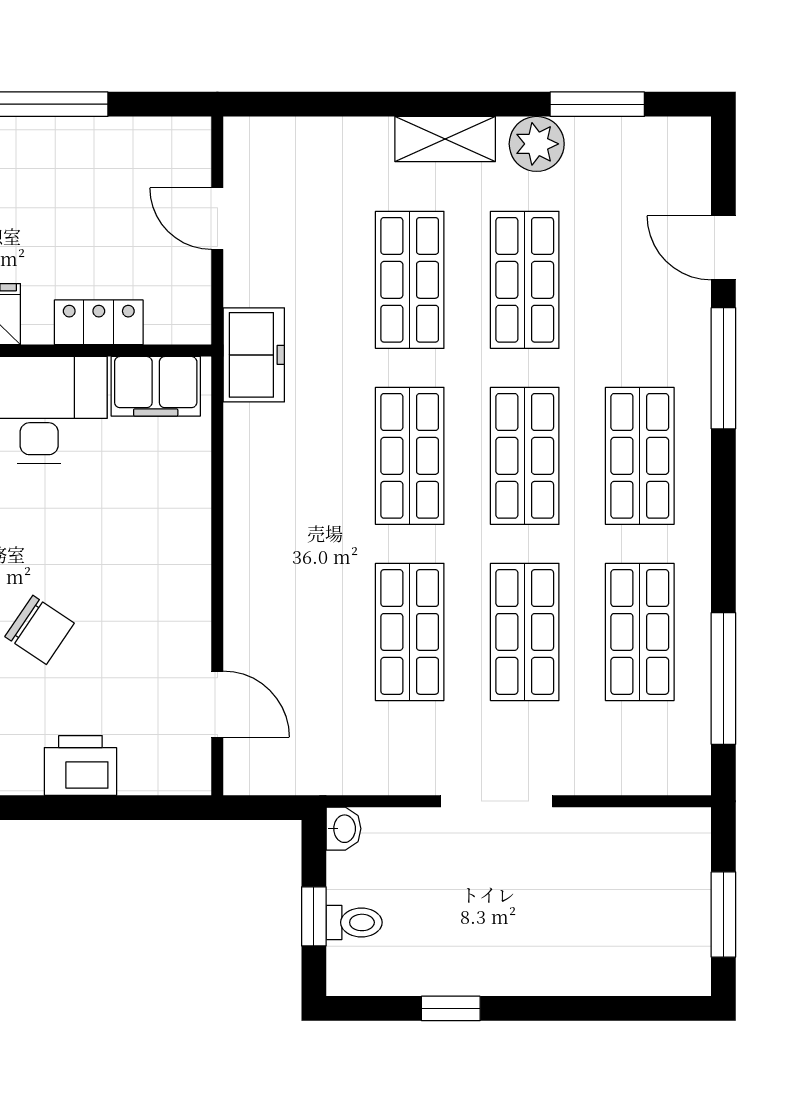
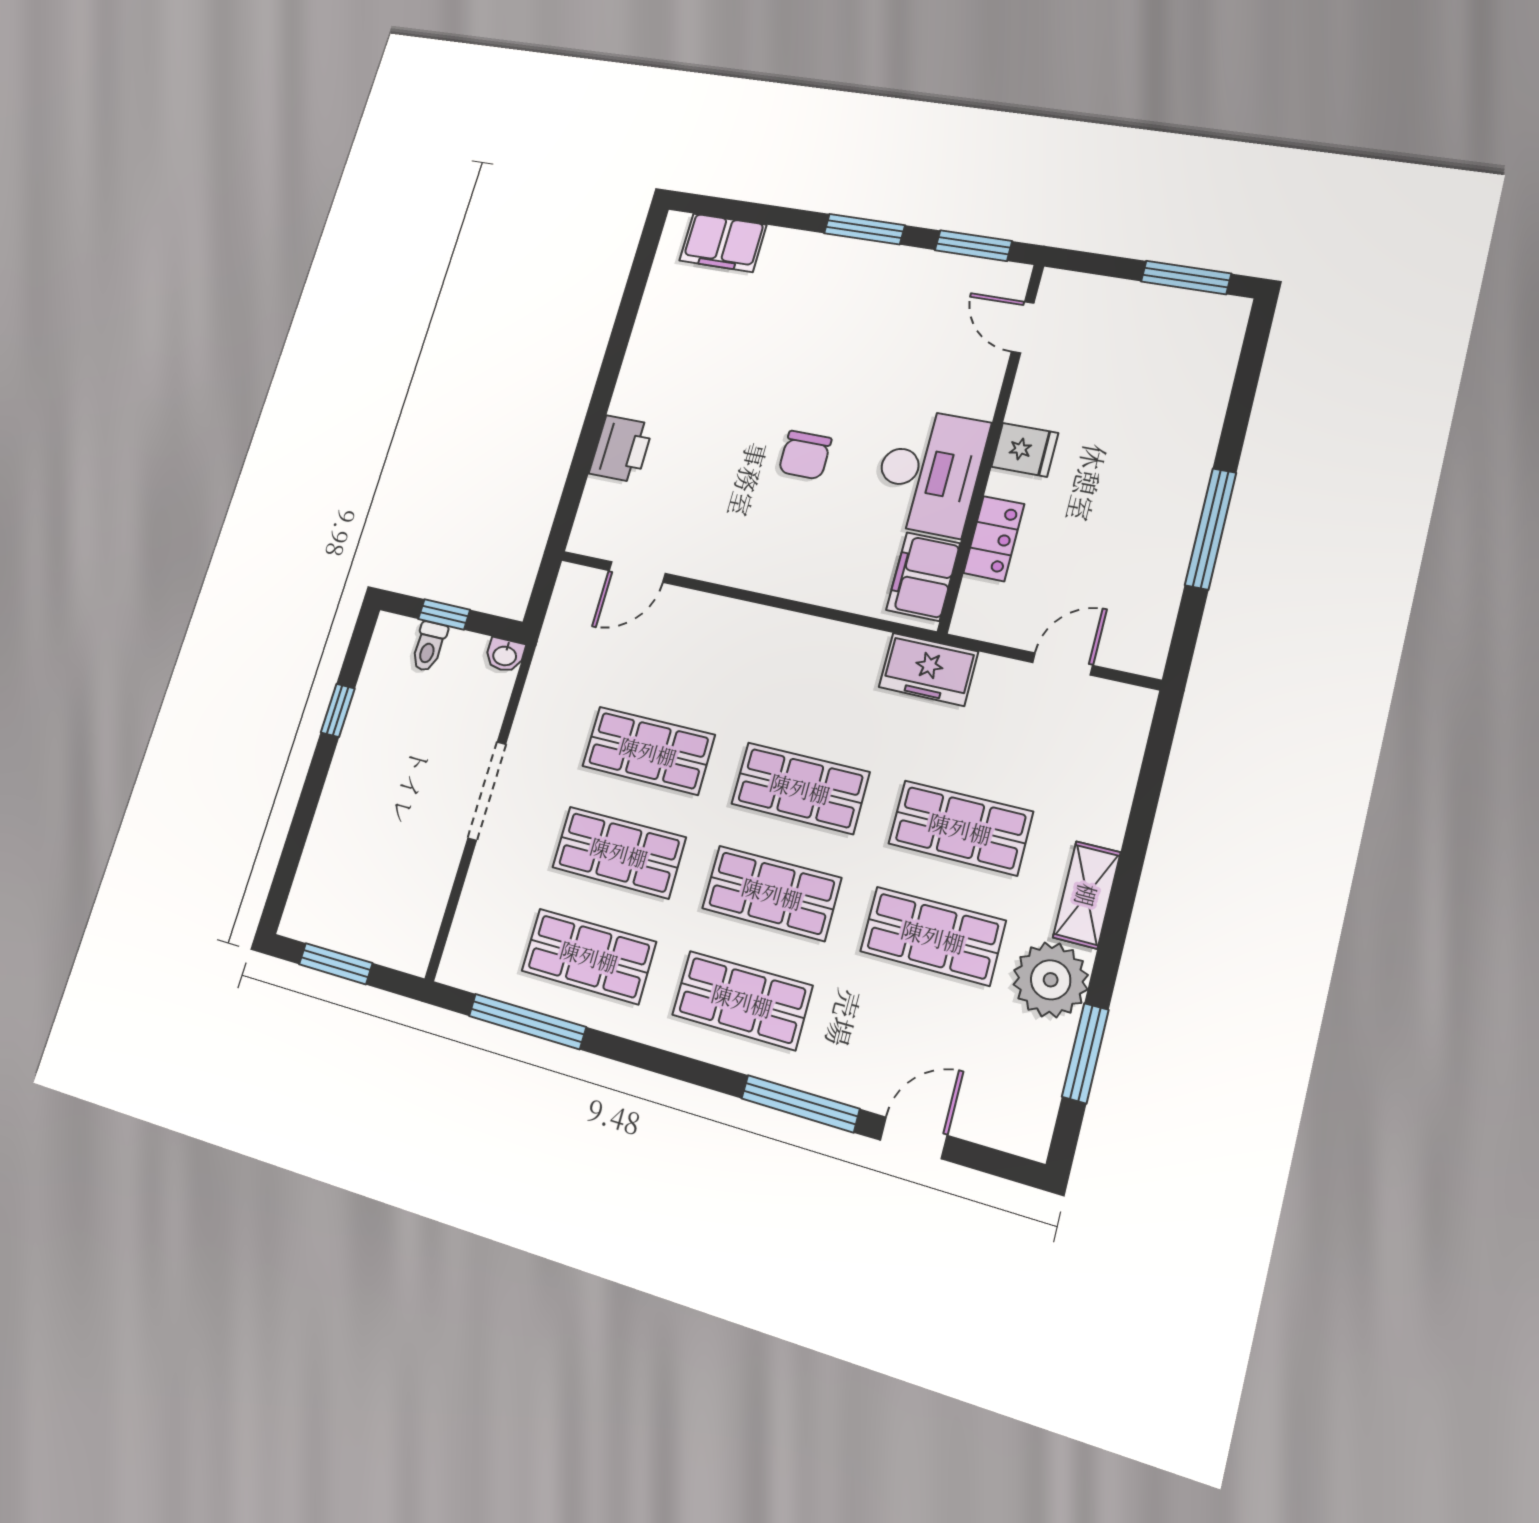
plant: (537, 144) -> (1051, 980), width x1.36, depth x1.36
chair: (40, 630) -> (805, 455), moved, turned -34

